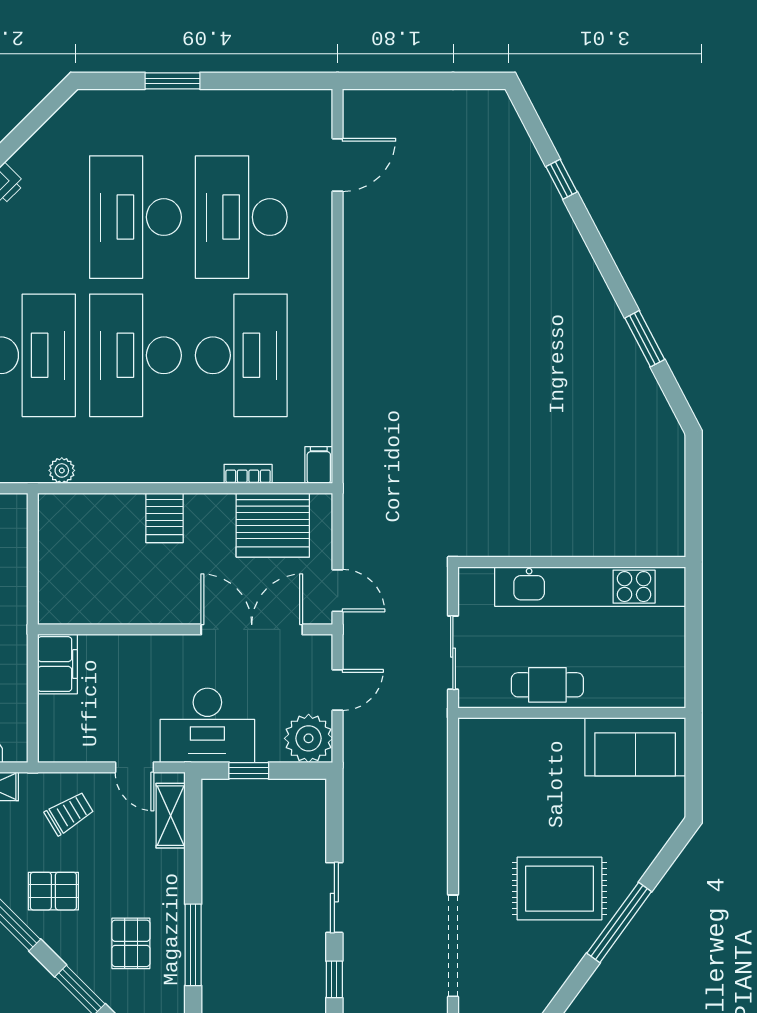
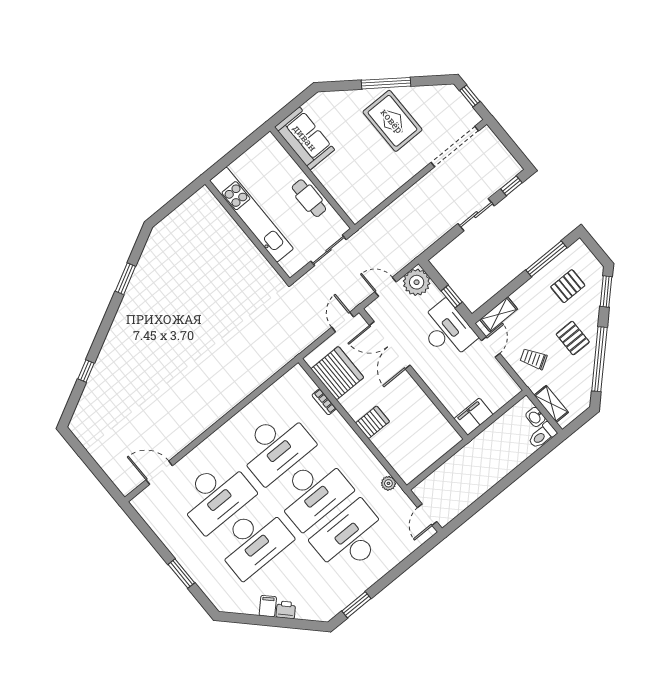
desk: (241, 355) -> (275, 447), turned 180
filing cabinet: (319, 465) -> (268, 606), moved, turned 135

